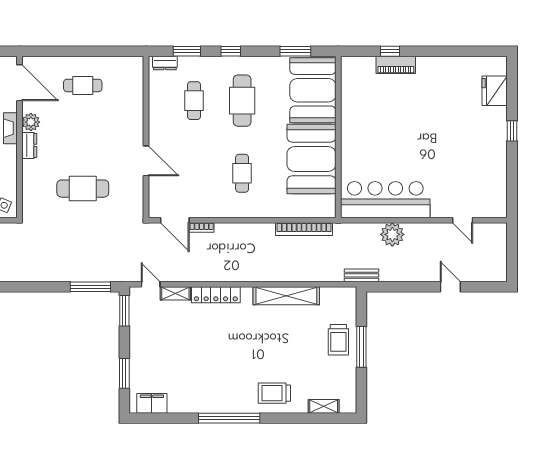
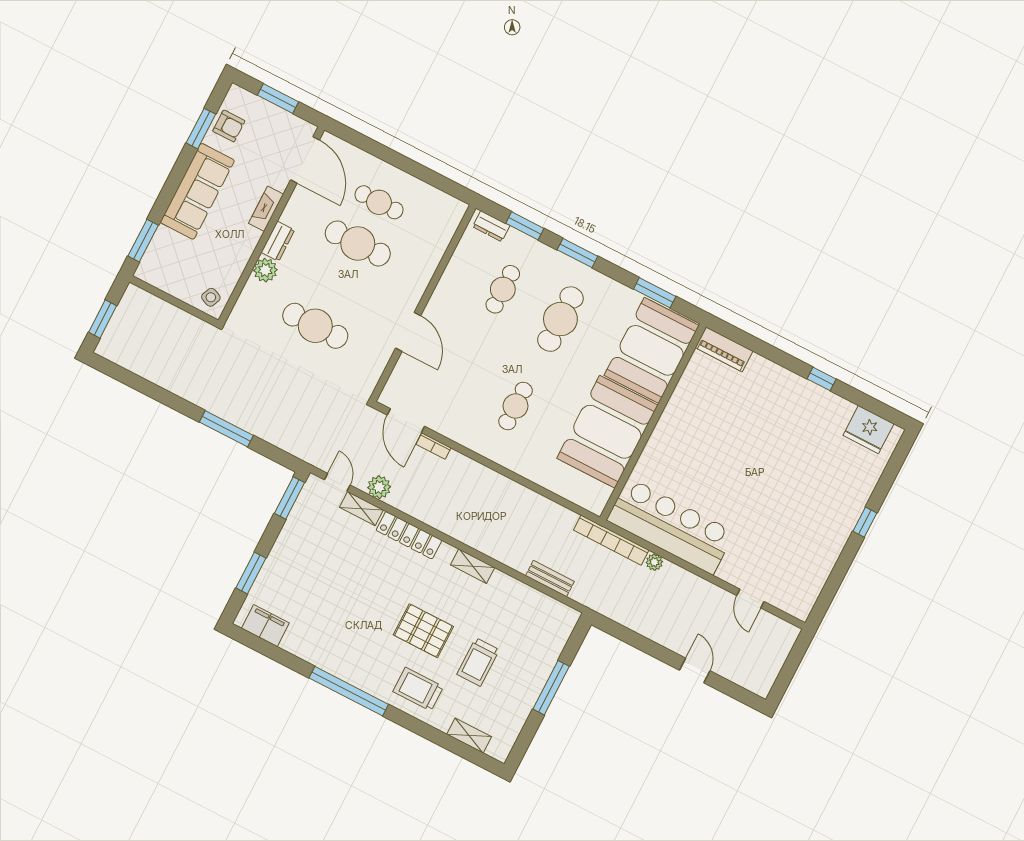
window: (231, 51) -> (577, 253), width x1.50
window: (390, 51) -> (822, 379), moved
piano: (396, 65) -> (724, 349), moved
fridge: (495, 91) -> (868, 430), moved, turned -90
cafe table: (83, 120) -> (358, 243), added
plant: (31, 122) -> (265, 270), moved
bookcase: (304, 229) -> (611, 540), moved
plant: (392, 234) -> (654, 562), width x0.53, depth x0.53
plant: (180, 273) -> (379, 487), added
bench: (361, 275) -> (550, 579), moved
window: (90, 287) -> (226, 429), moved
shelving: (286, 296) -> (473, 566), width x0.45, depth x0.75
trolley: (338, 340) -> (478, 662), moved
pallet: (258, 353) -> (423, 631), added

